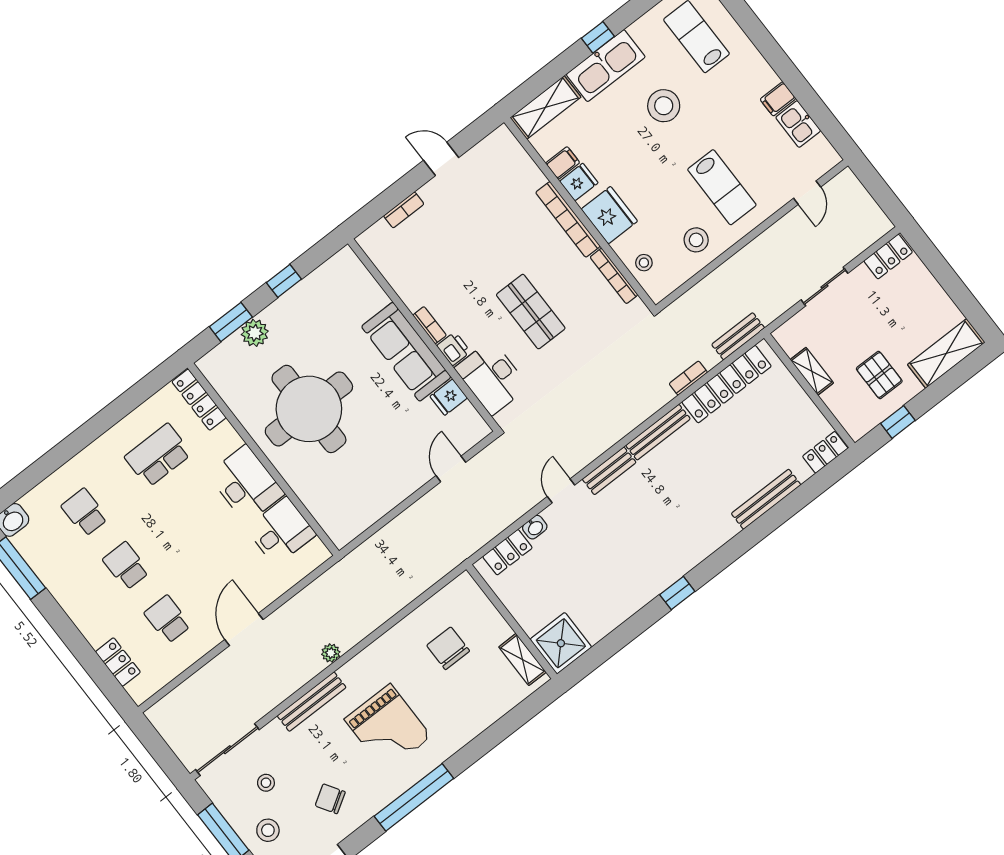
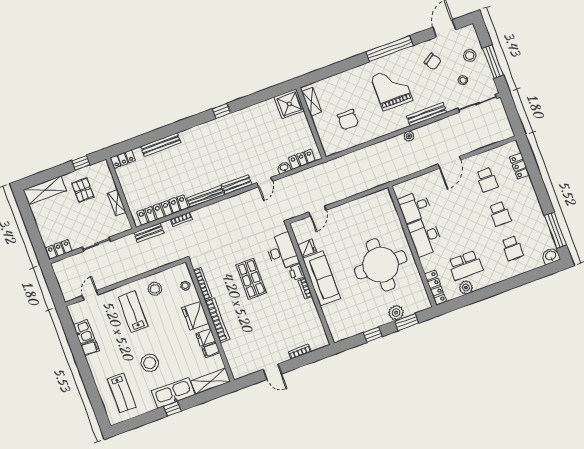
plant: (145, 416) -> (466, 287), added

